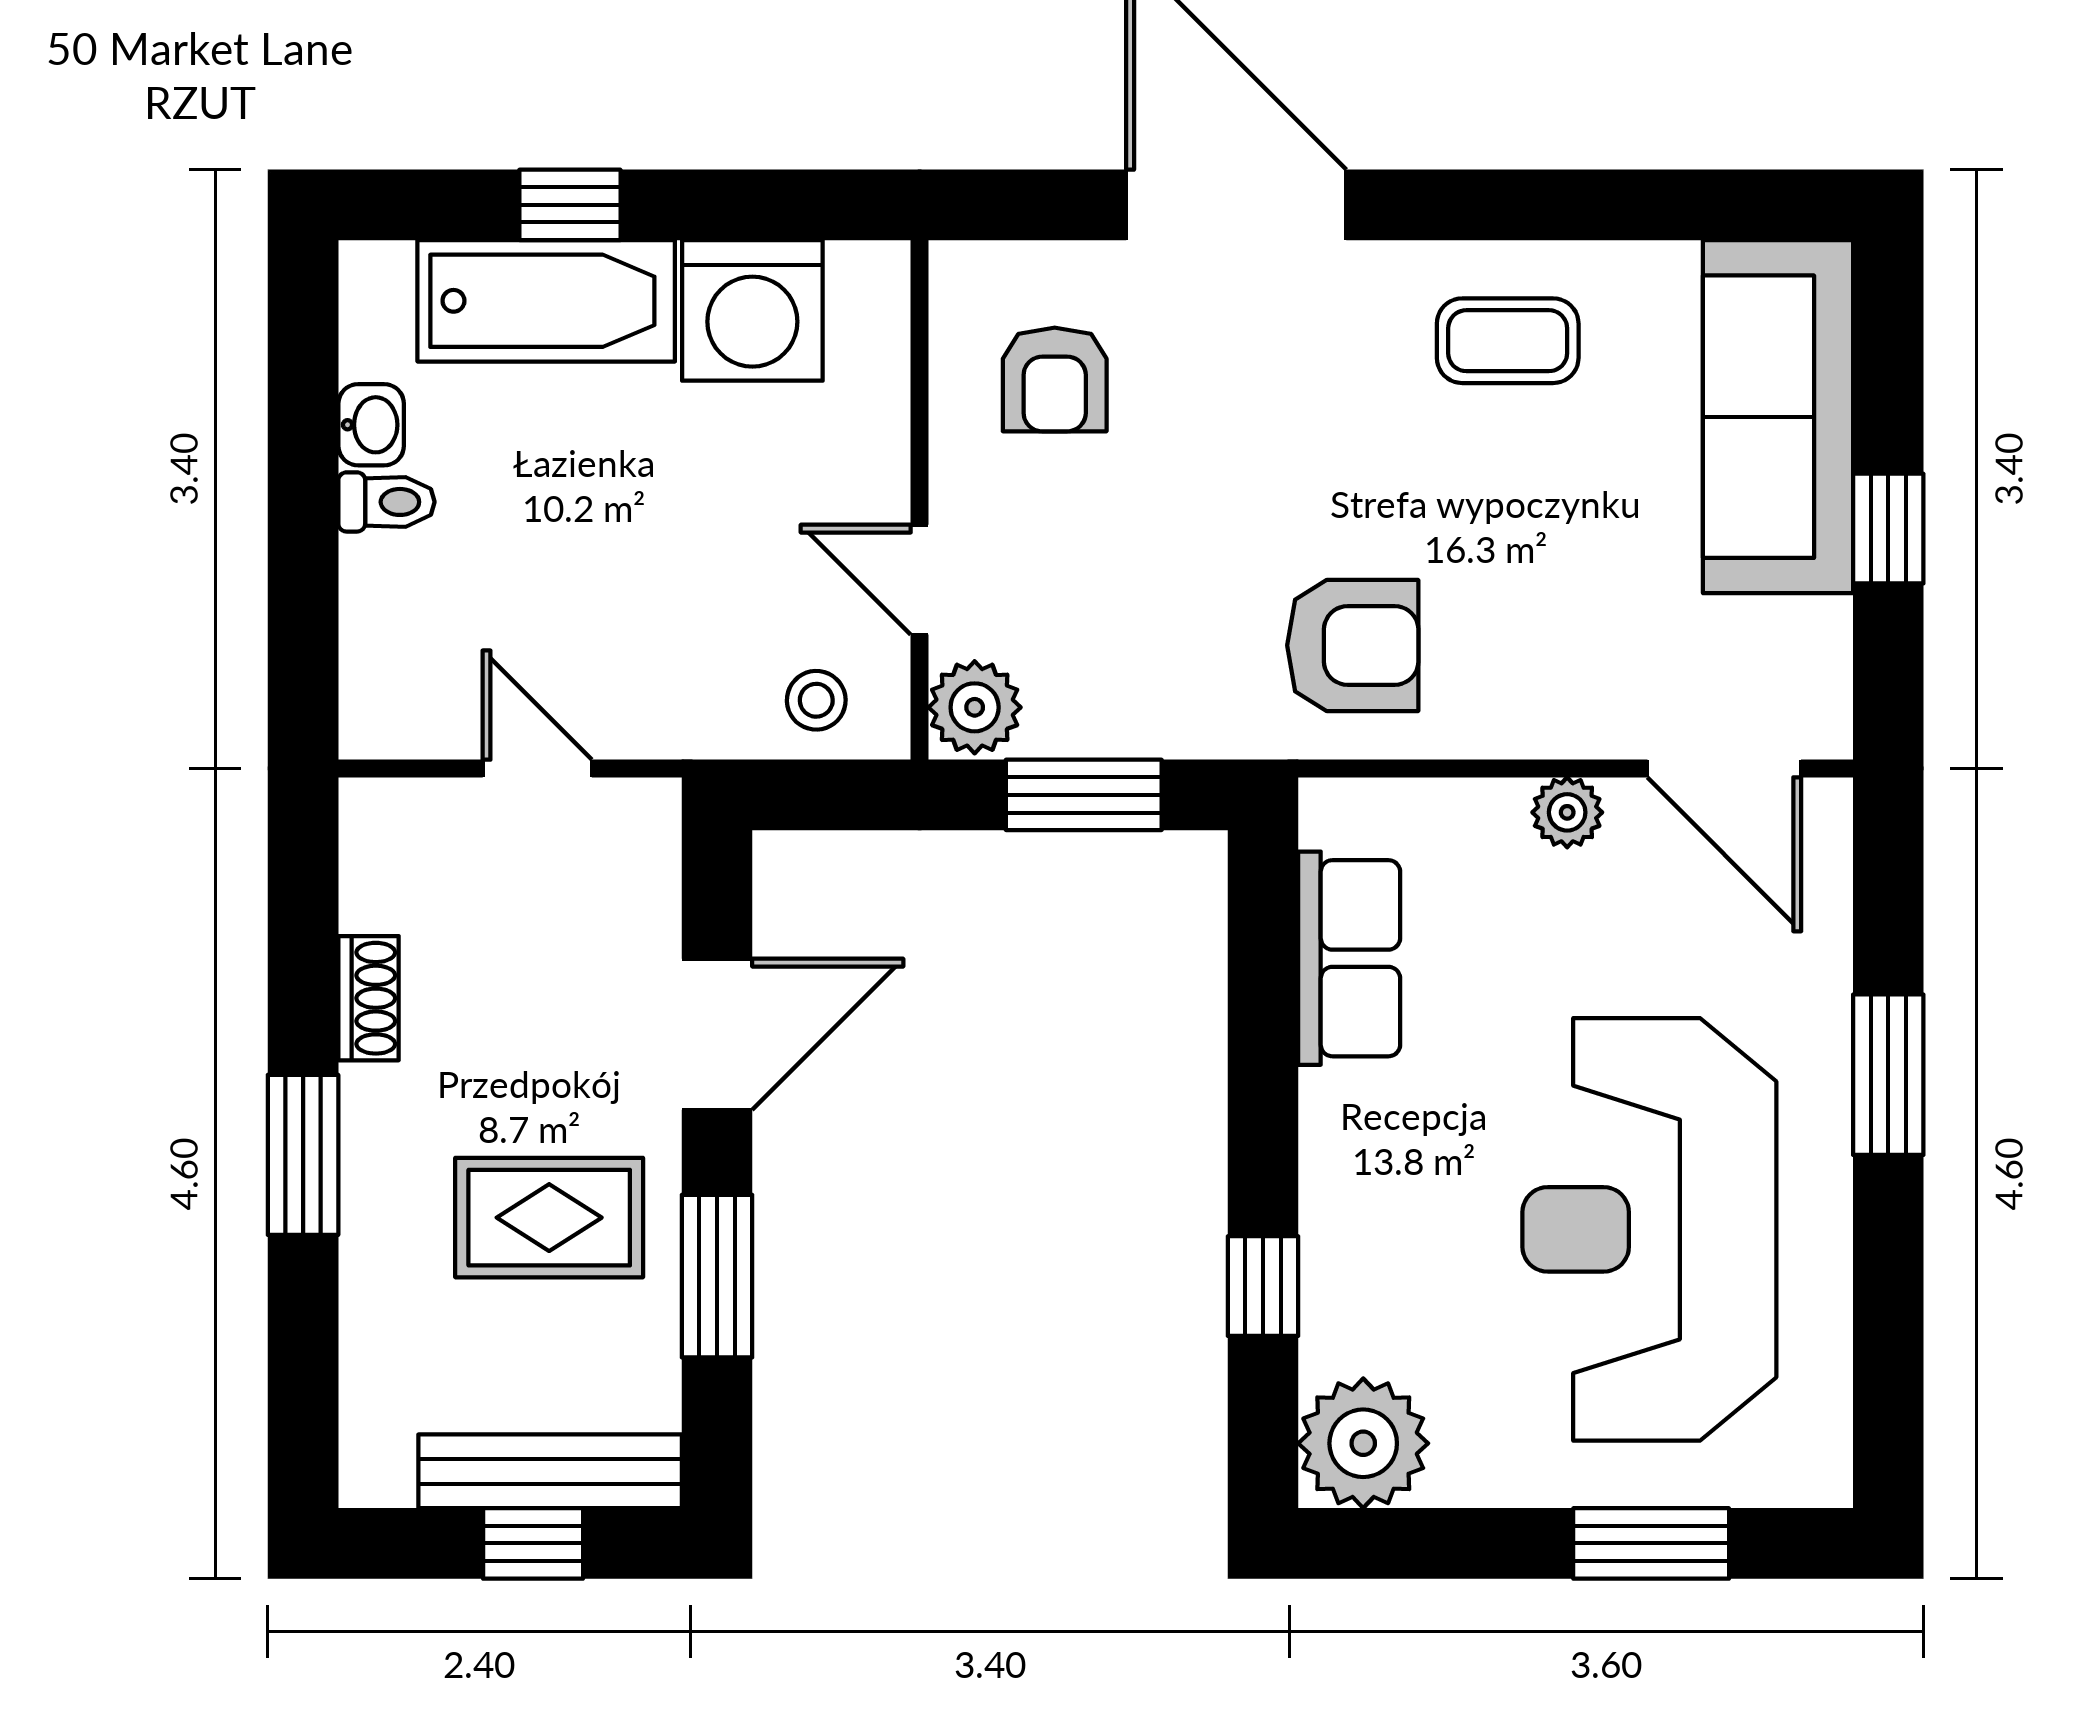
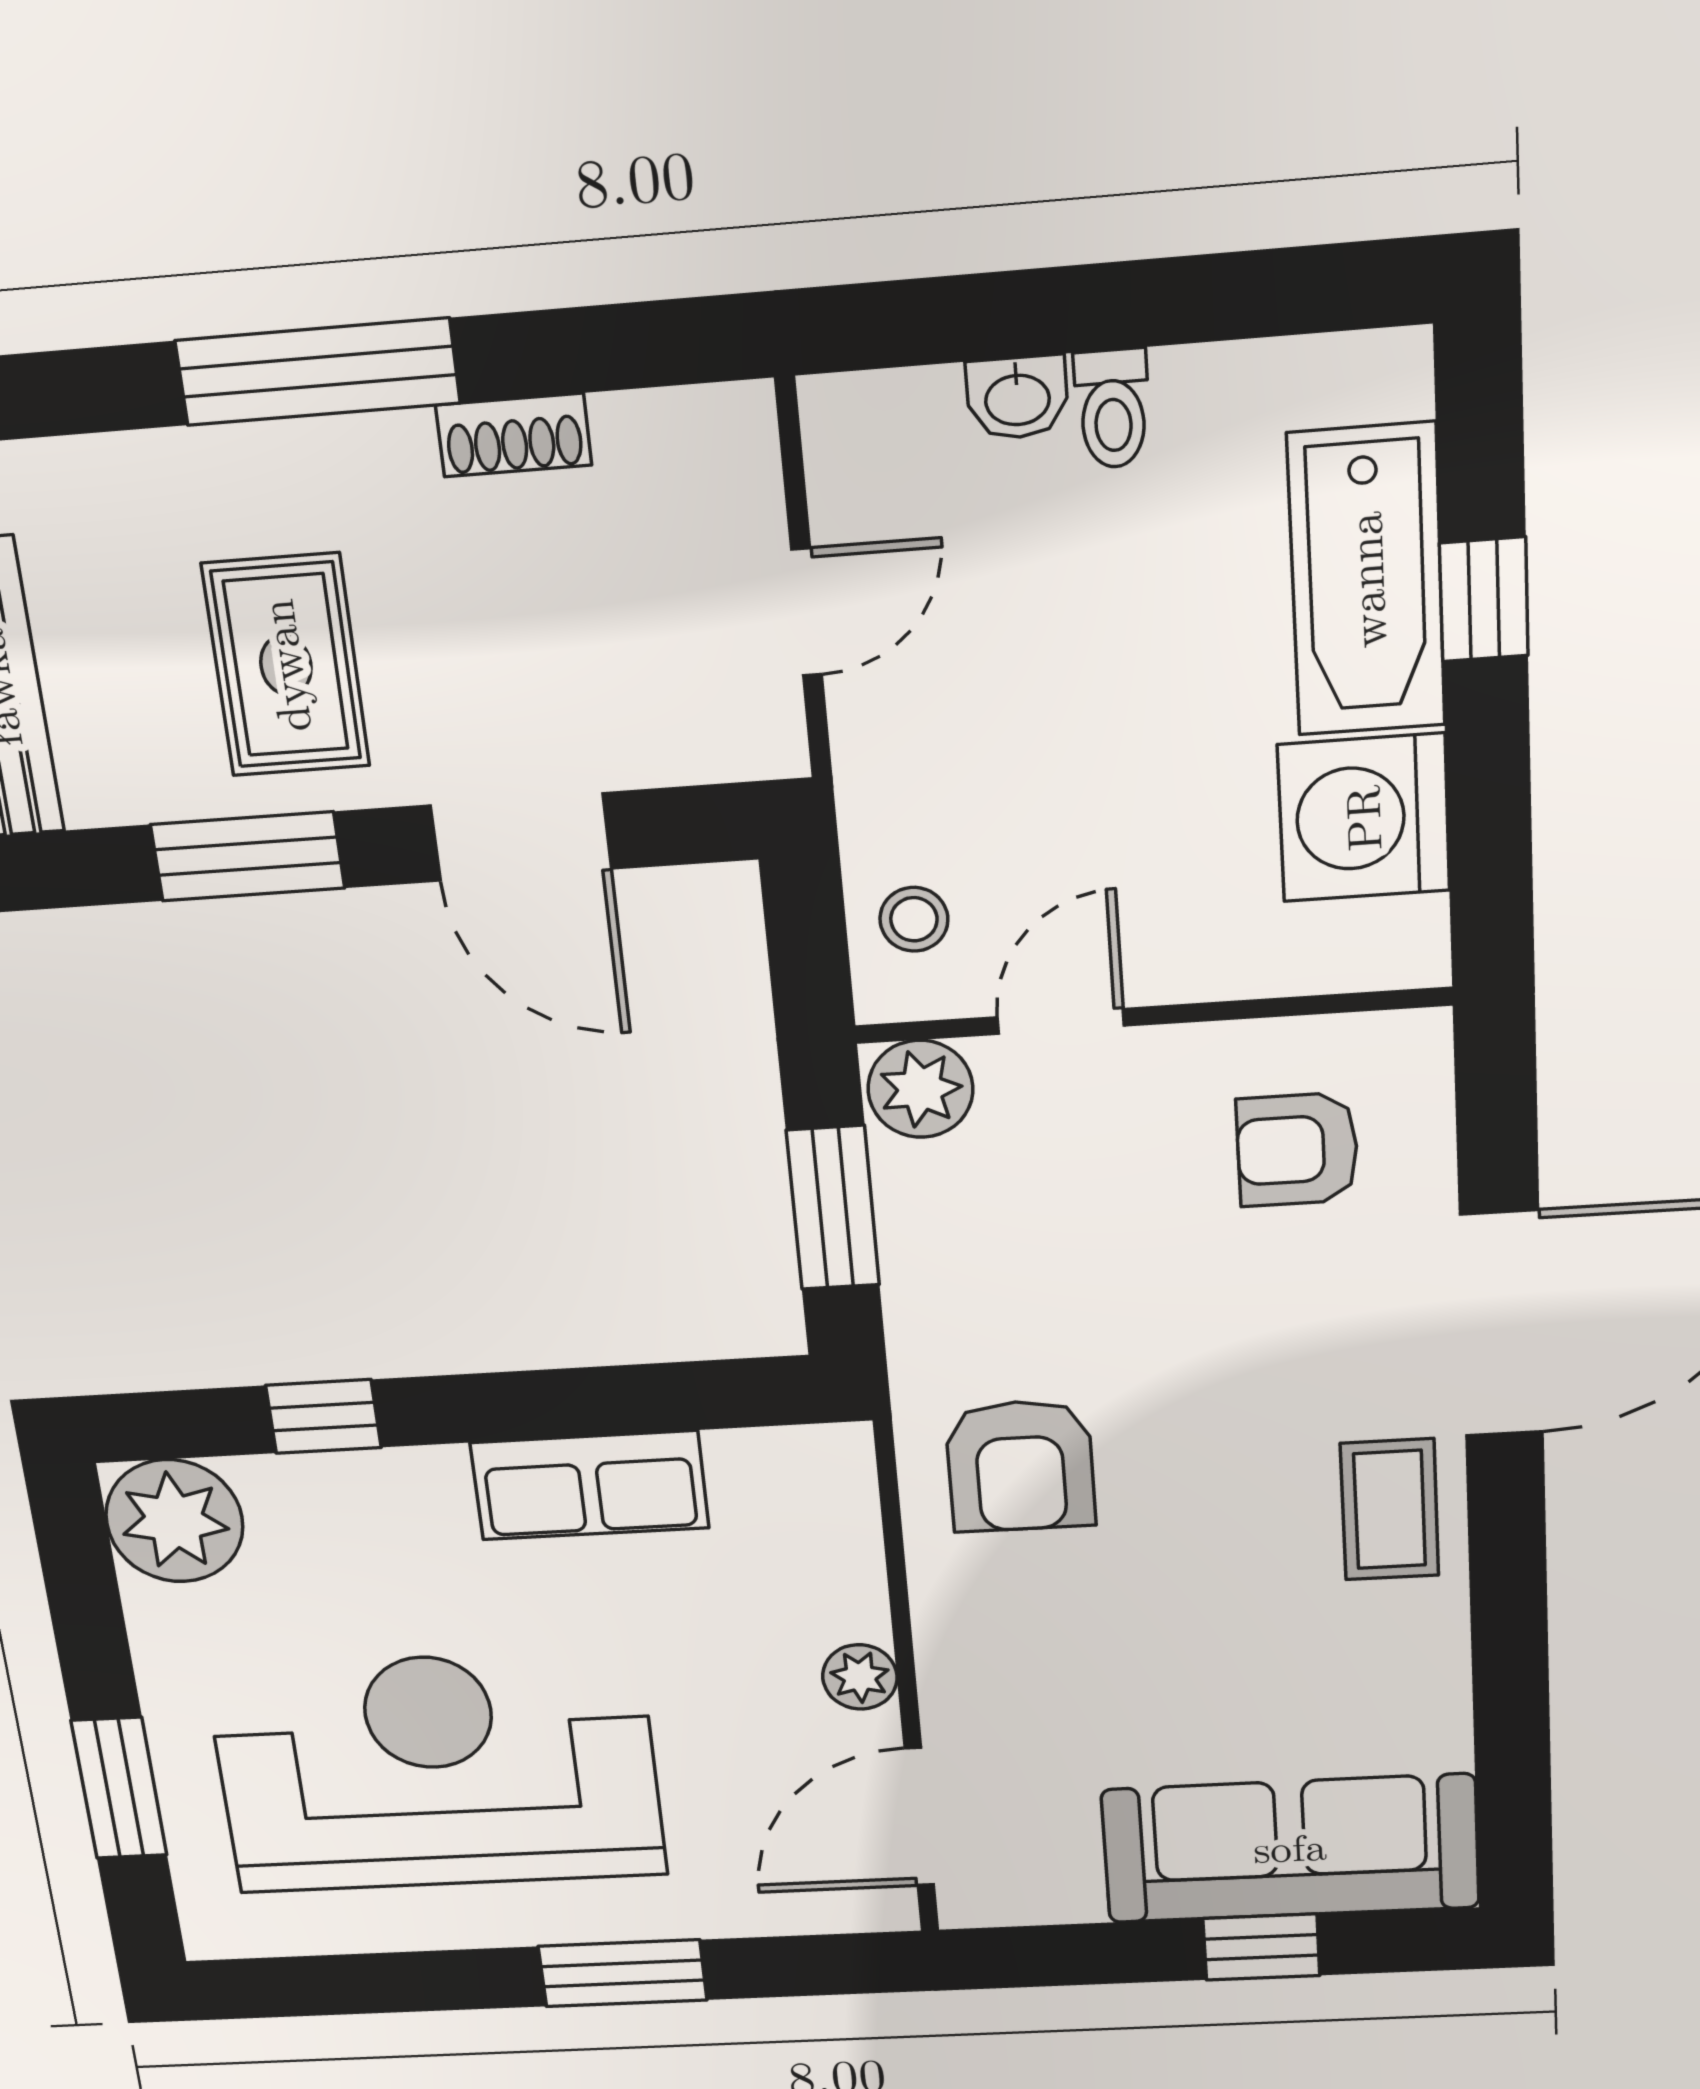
coffee table: (1508, 341) -> (1390, 1510), moved
washbasin: (371, 425) -> (1017, 398), moved
window: (1888, 529) -> (1261, 1947), moved
row of seats: (1349, 958) -> (590, 1485), moved
window: (303, 1155) -> (318, 372), width x1.44

